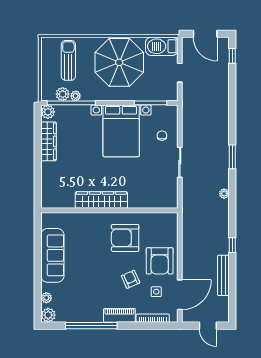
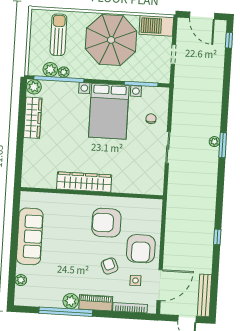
plant: (224, 194) -> (214, 142), moved
bench: (223, 275) -> (204, 295), moved
plant: (48, 315) -> (71, 301), moved

